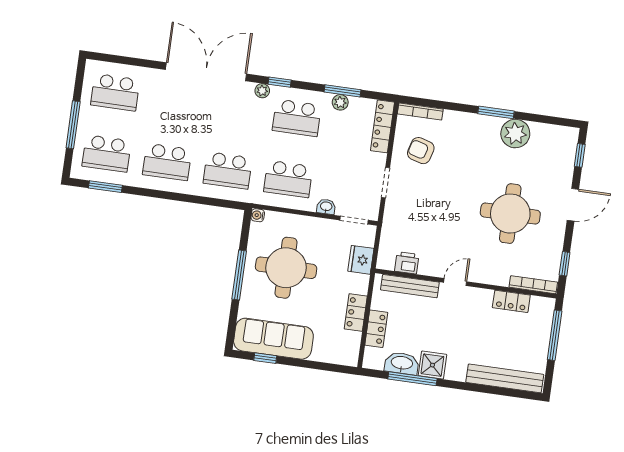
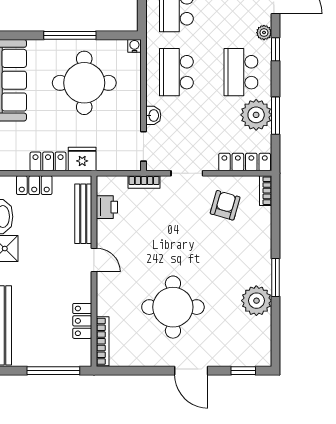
plant: (340, 102) -> (256, 115), width x1.88, depth x1.88
bookcase: (420, 111) -> (266, 191), width x0.64
bookcase: (388, 224) -> (144, 182), added
fridge: (361, 260) -> (82, 159), moved
window: (565, 264) -> (129, 371), removed

